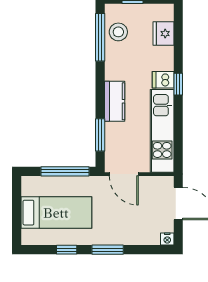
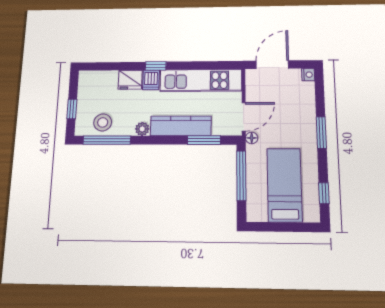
fridge: (164, 34) -> (130, 80), moved
plant: (112, 73) -> (142, 129), added
kitchen counter: (115, 101) -> (181, 126), width x1.50
floor lamp: (102, 182) -> (252, 138), added
window: (67, 250) -> (324, 193), moved

